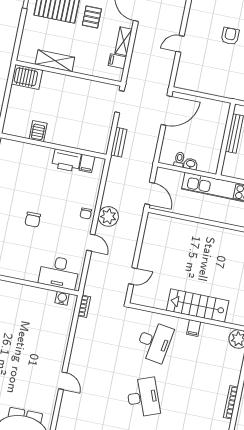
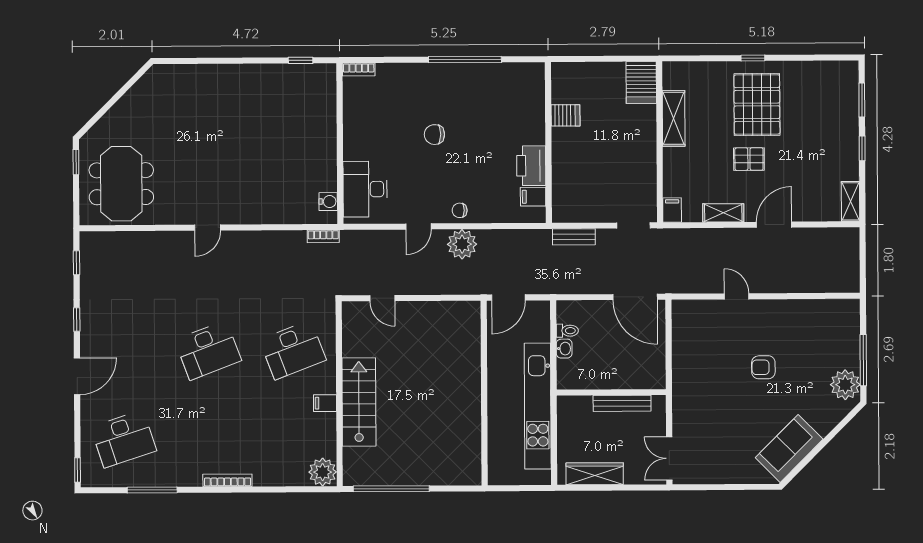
armchair: (230, 36) -> (763, 367), turned 180
filing cabinet: (117, 61) -> (672, 210), moved
desk: (154, 342) -> (293, 350), turned -30

